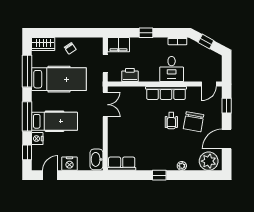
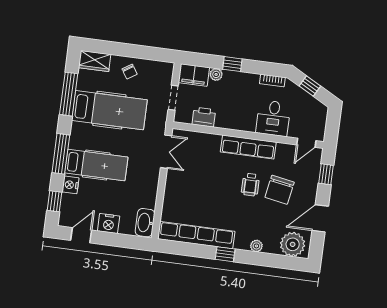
plant: (135, 42) -> (216, 74), added
desk: (172, 69) -> (273, 118), moved
row of seats: (122, 164) -> (196, 235), width x2.02

